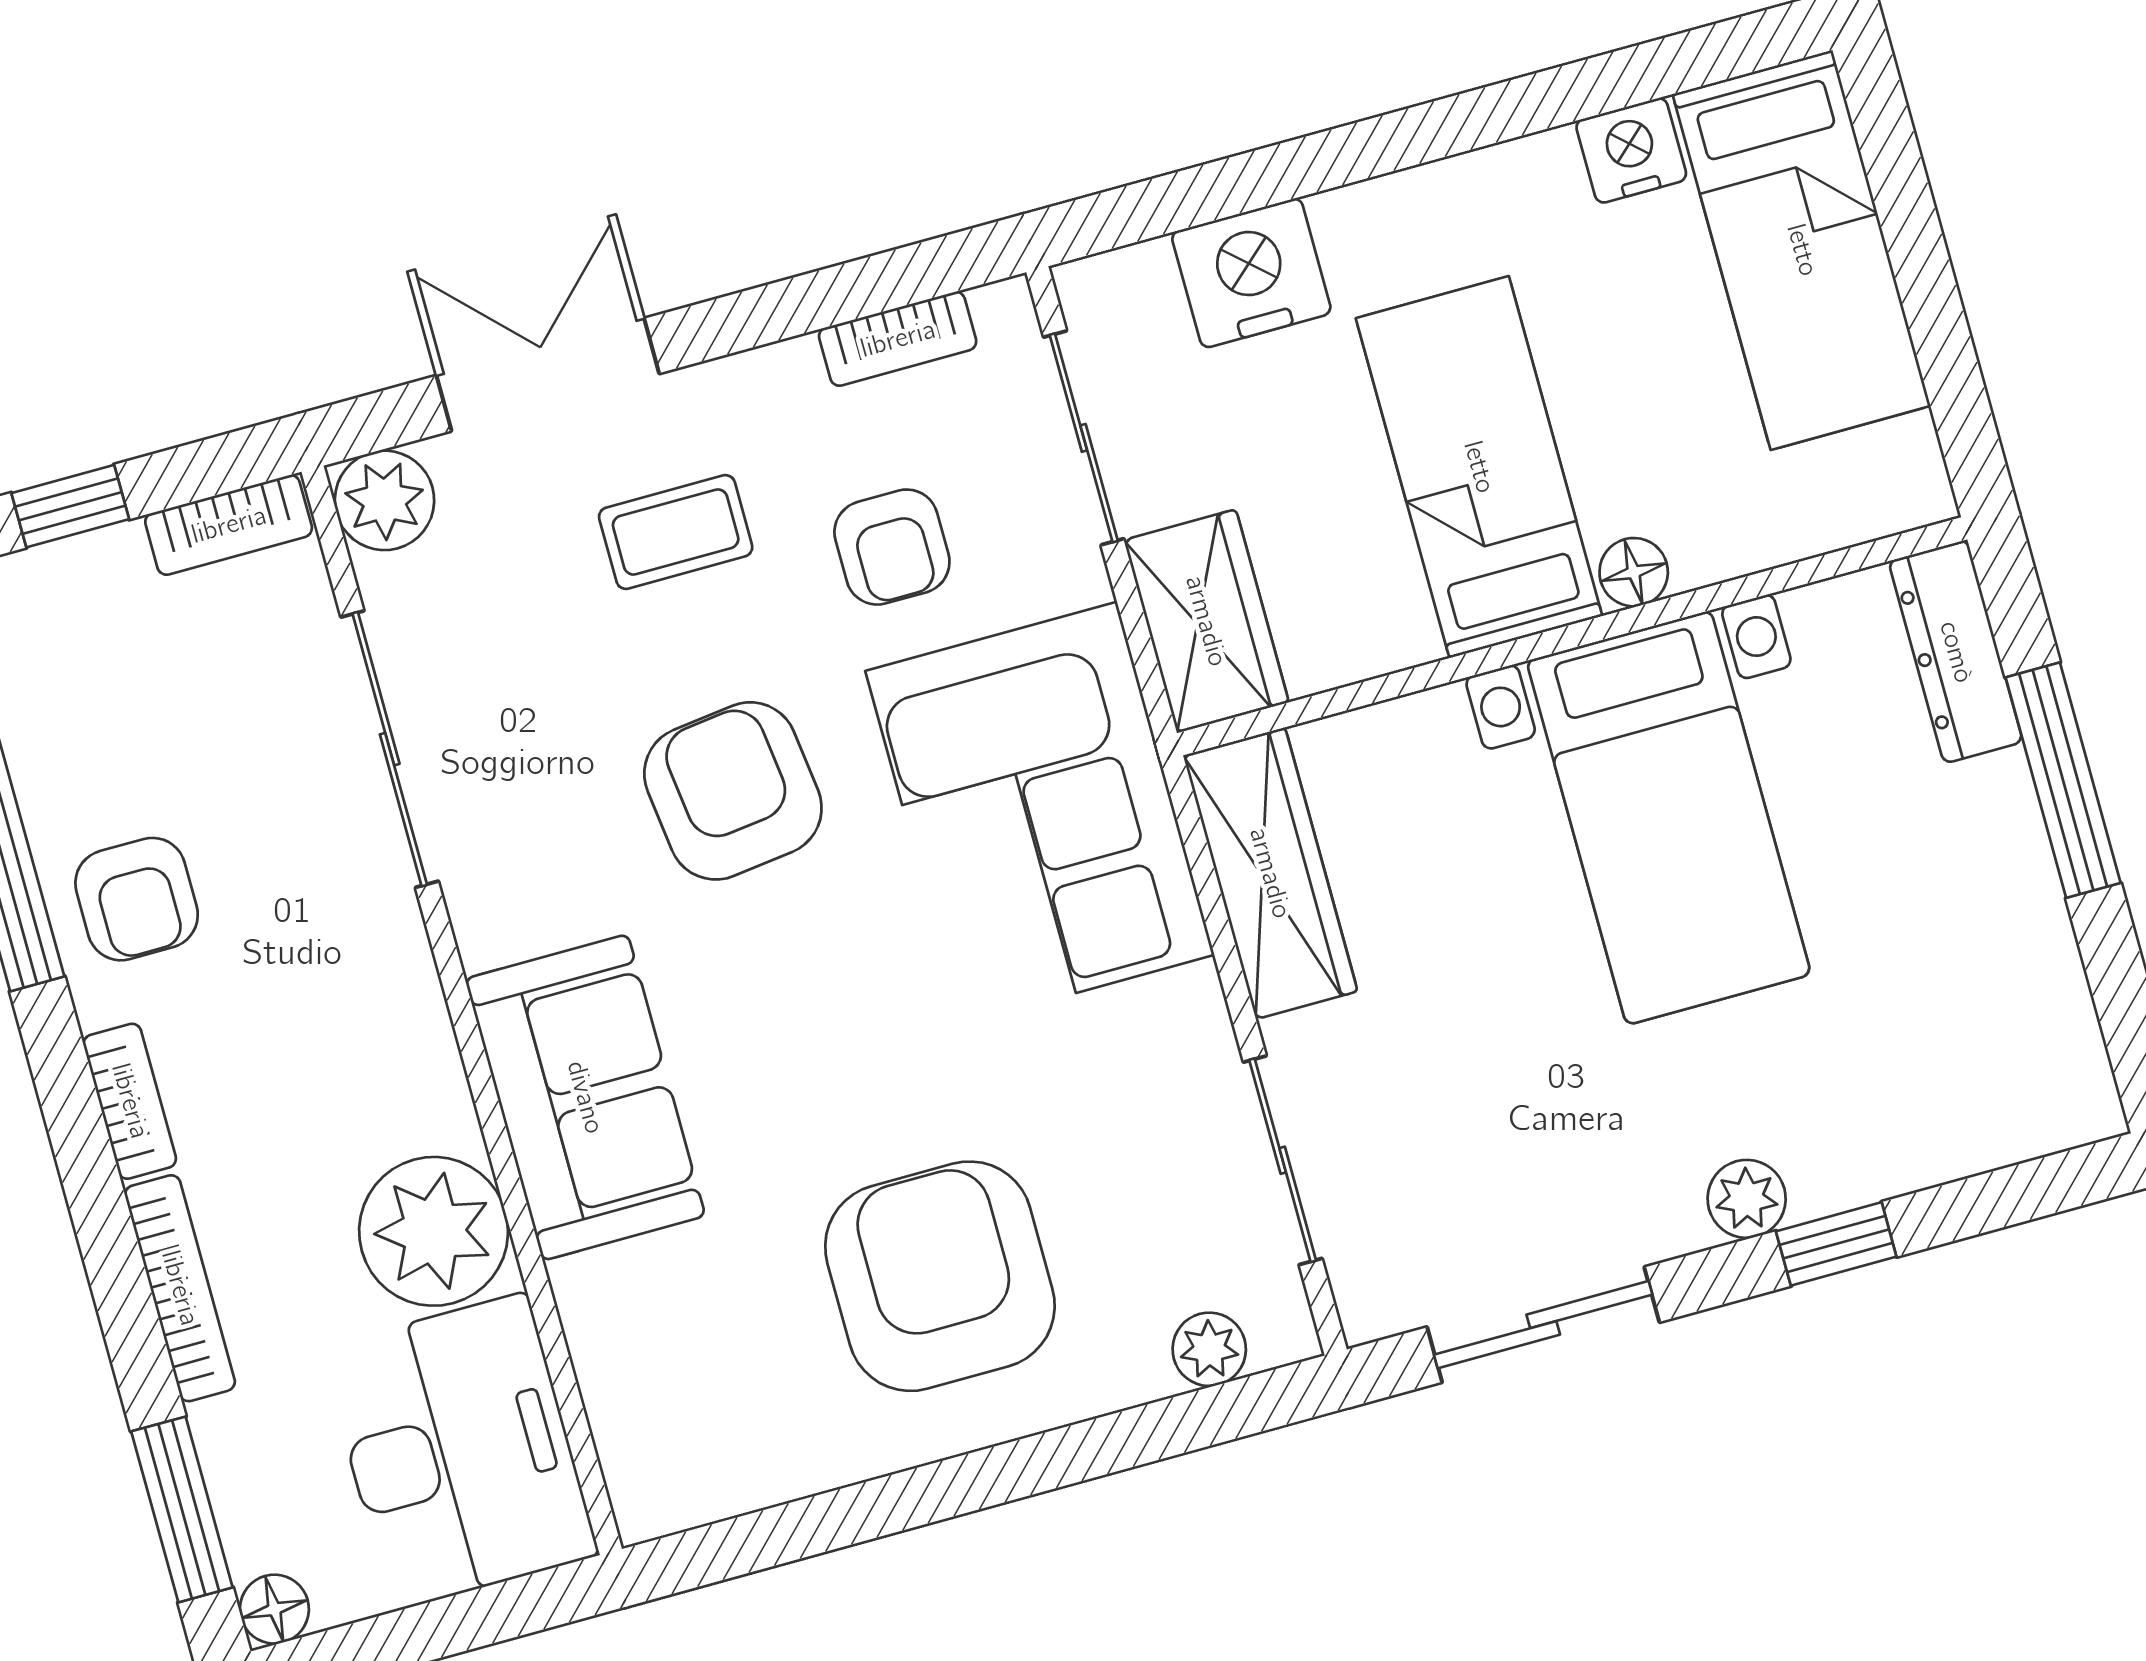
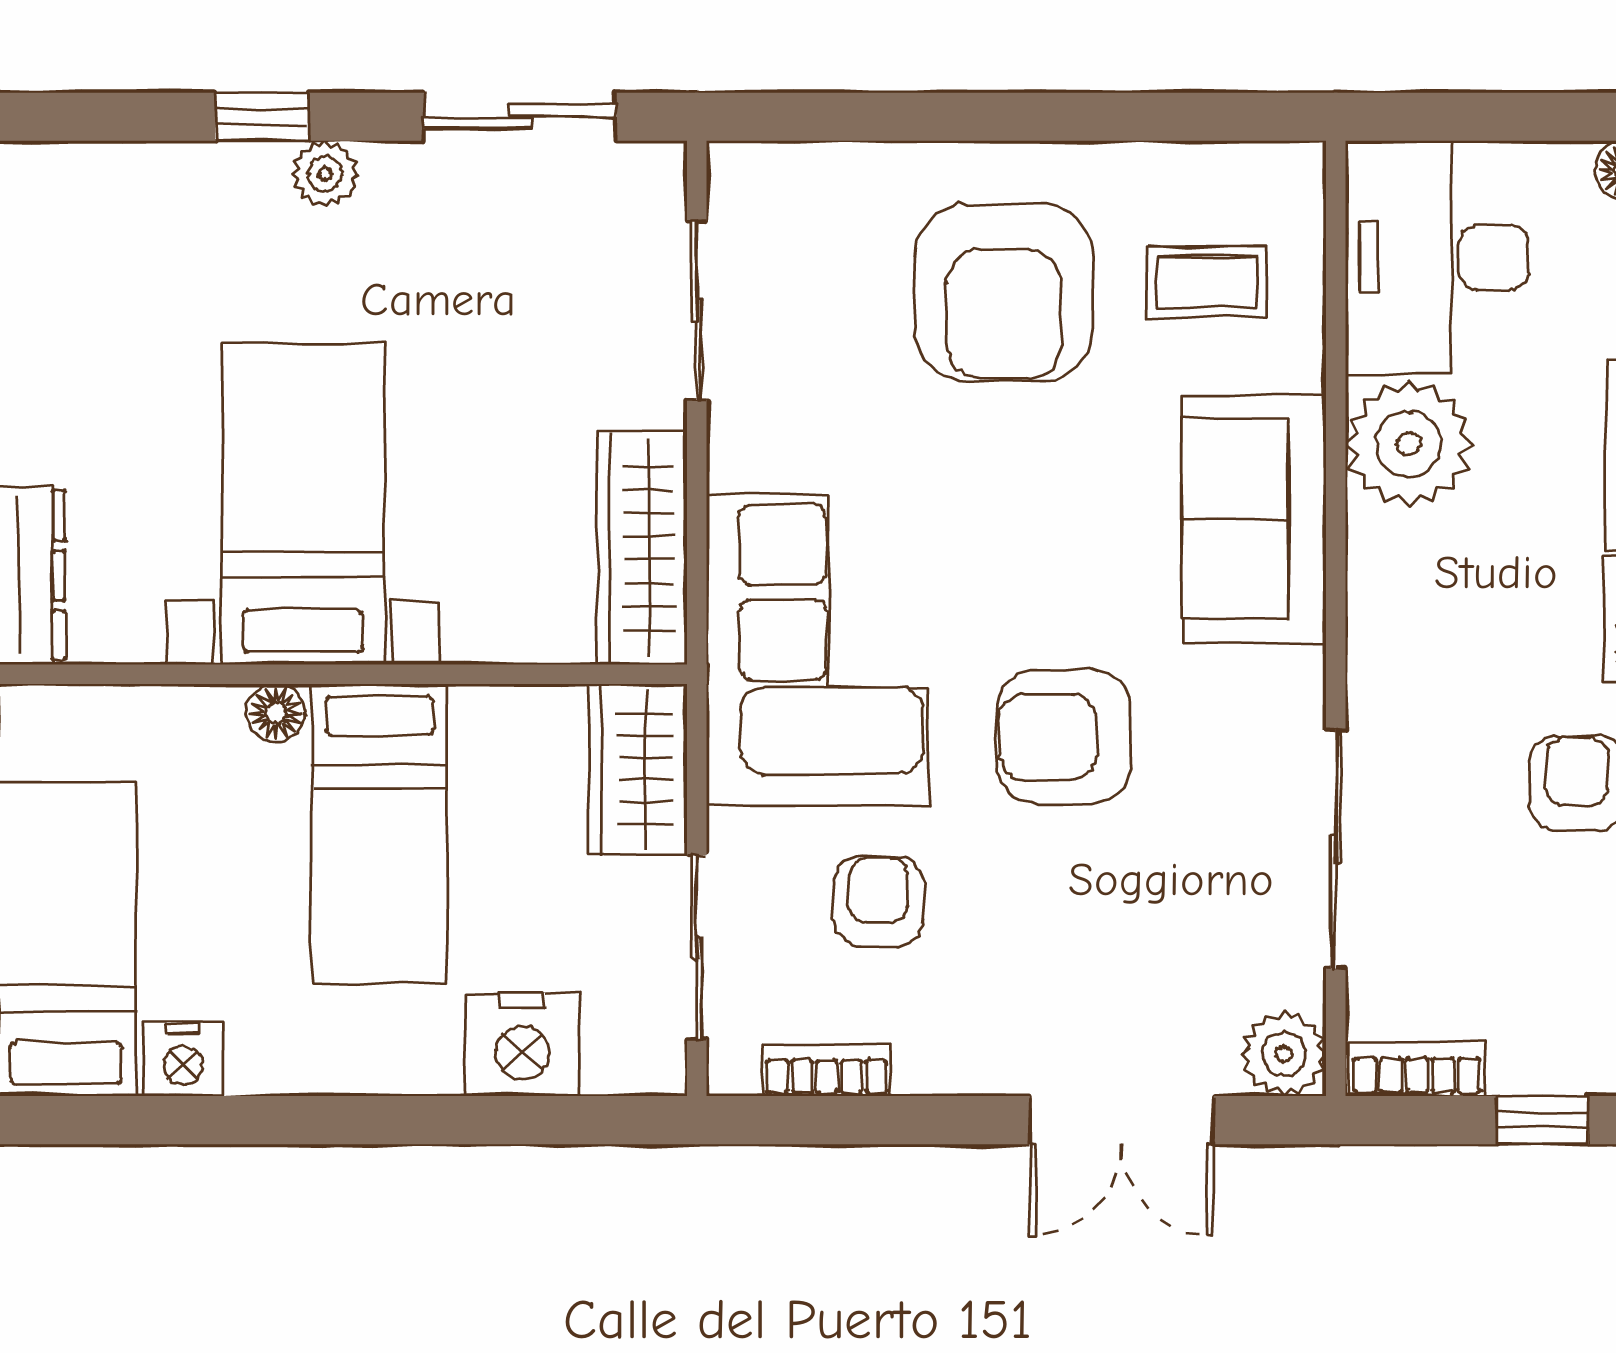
coffee table: (676, 532) -> (1207, 282), moved
armchair: (733, 791) -> (1064, 737), turned 97
plant: (1209, 1349) -> (800, 172), removed

